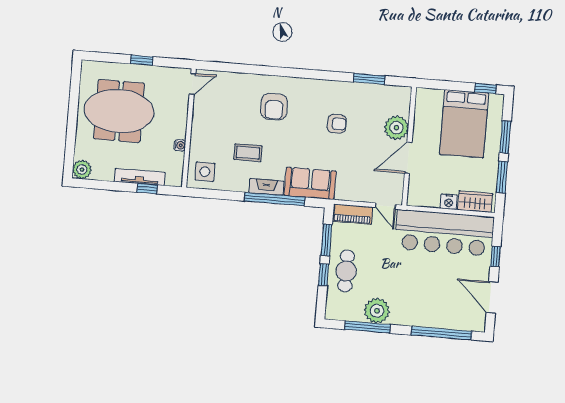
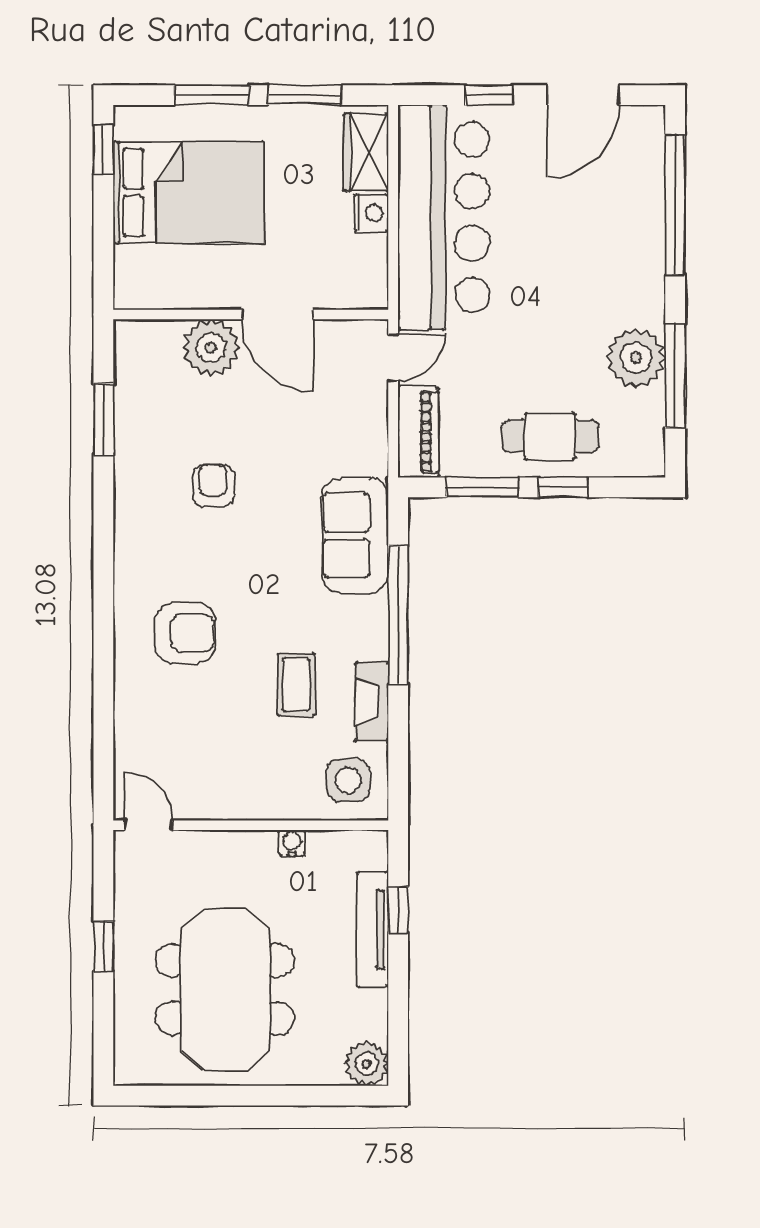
fireplace: (266, 187) -> (372, 701), moved

